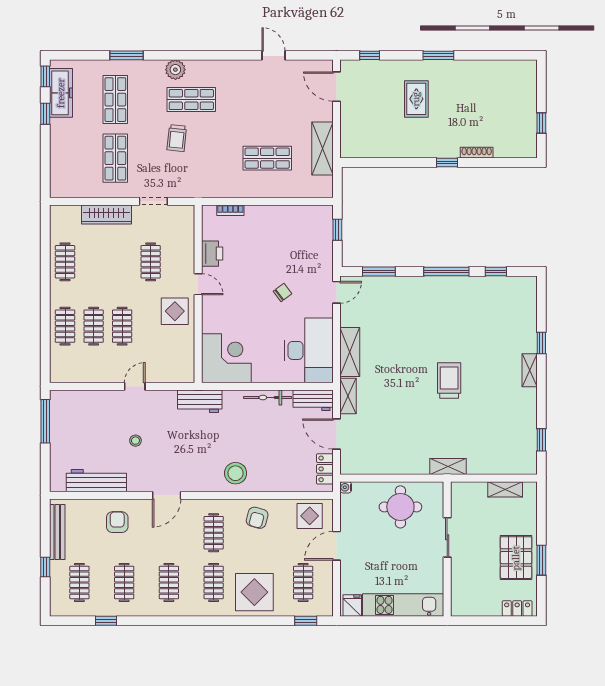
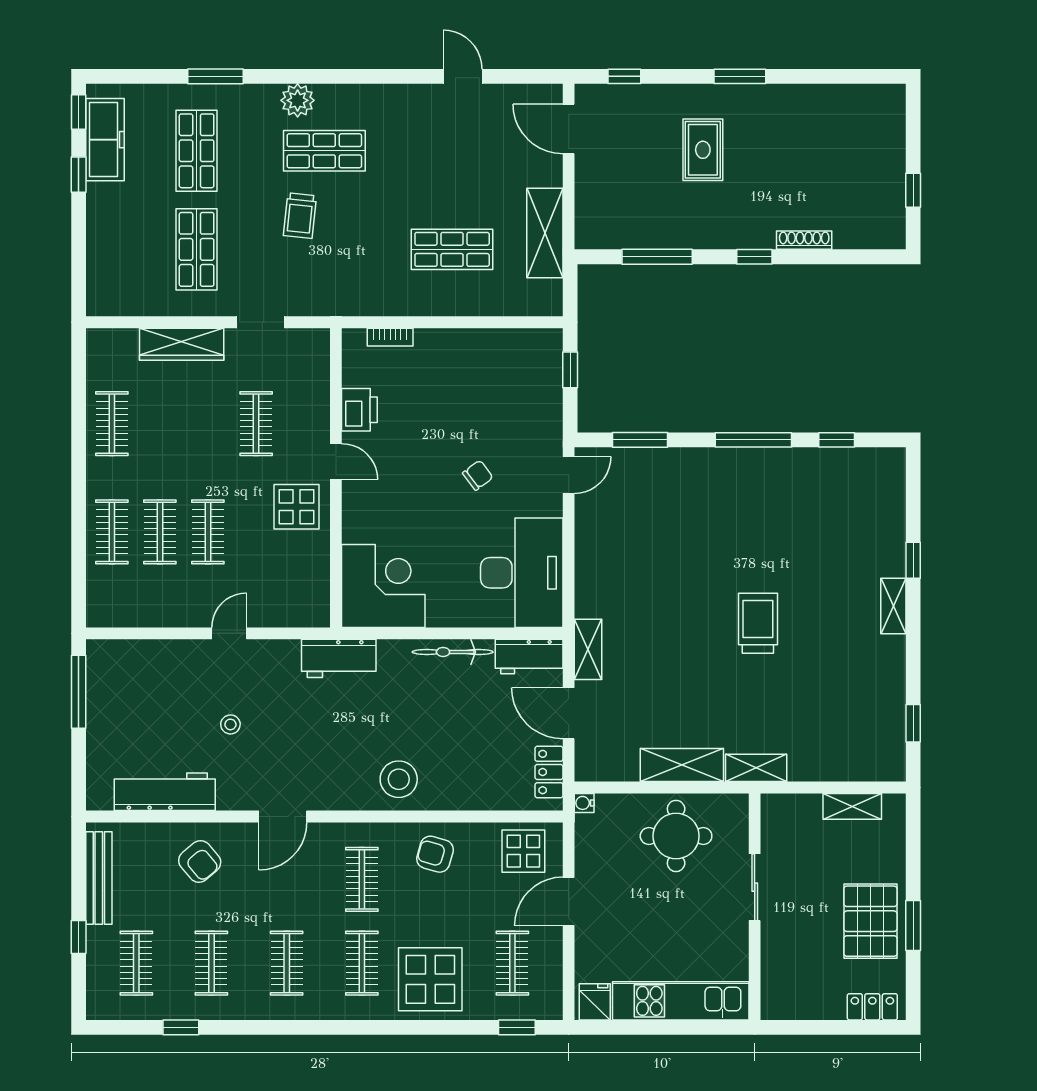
window: (389, 163) -> (657, 257), added
shelving: (350, 352) -> (682, 765), moved, turned 90
armchair: (257, 518) -> (435, 854), turned 91
armchair: (117, 522) -> (200, 861), turned 140

